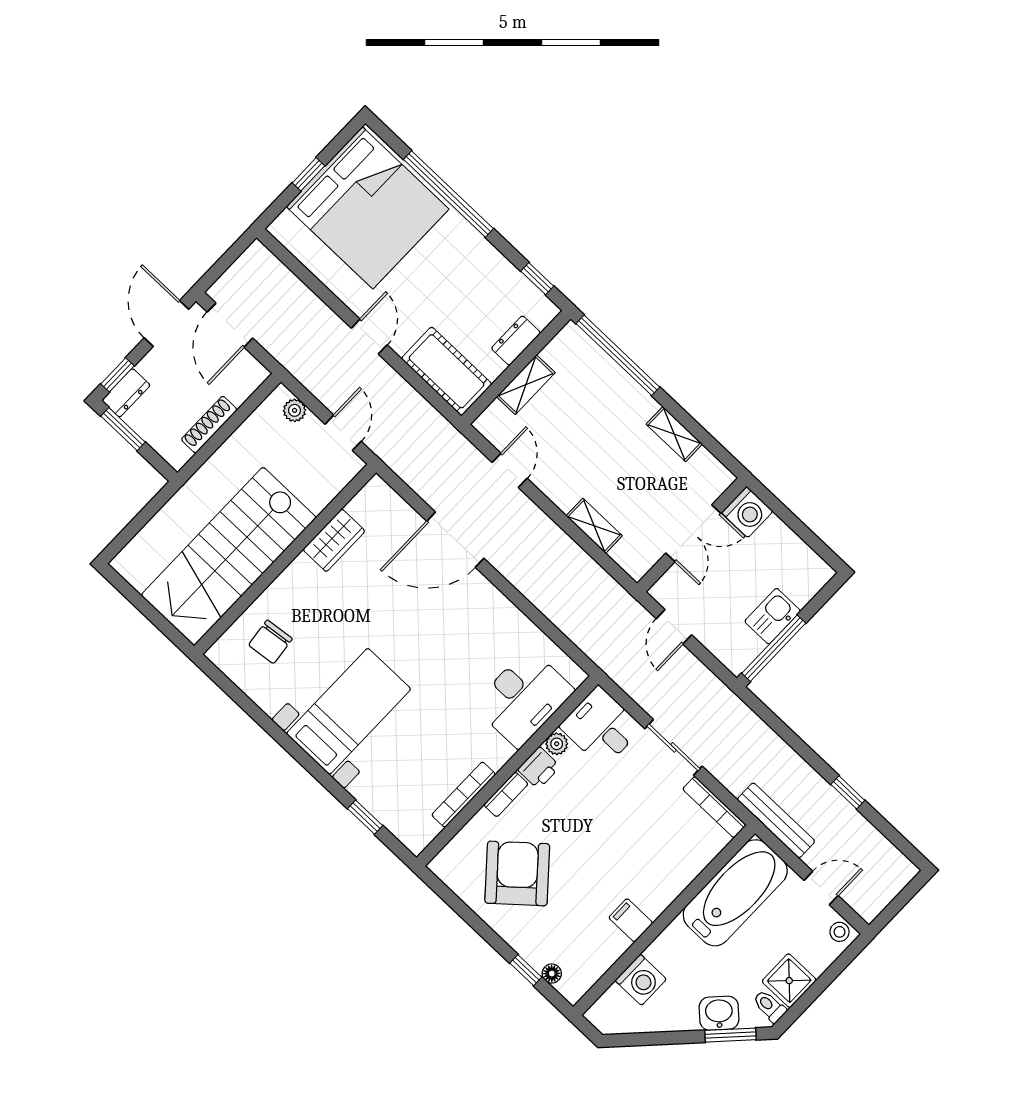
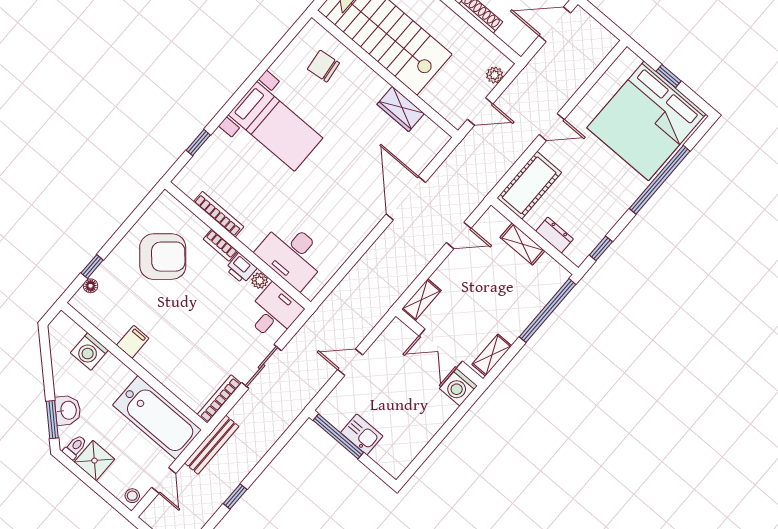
washing machine: (747, 512) -> (458, 387), moved
double door: (693, 533) -> (441, 348), moved
wall: (692, 535) -> (439, 347), moved

